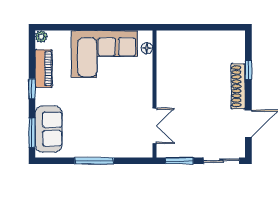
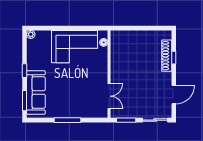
piano: (44, 69) -> (33, 57), removed
shoe rack: (238, 86) -> (167, 56), moved
sofa: (49, 129) -> (36, 92), width x1.36

